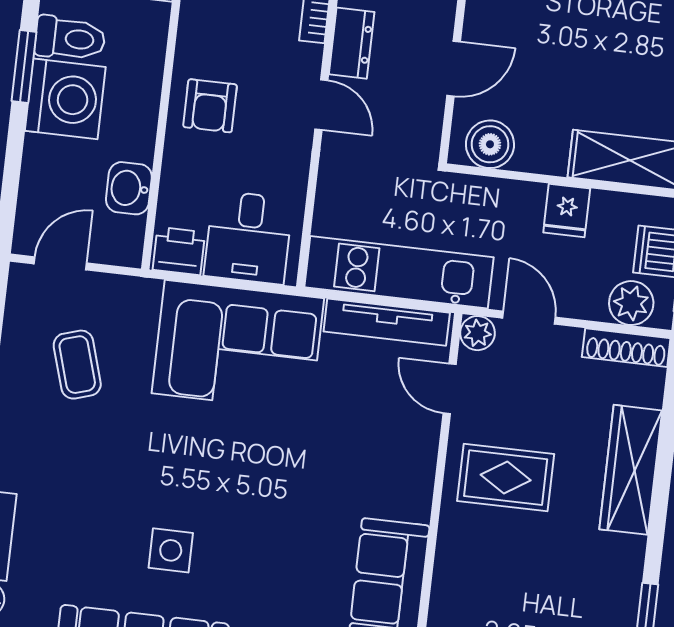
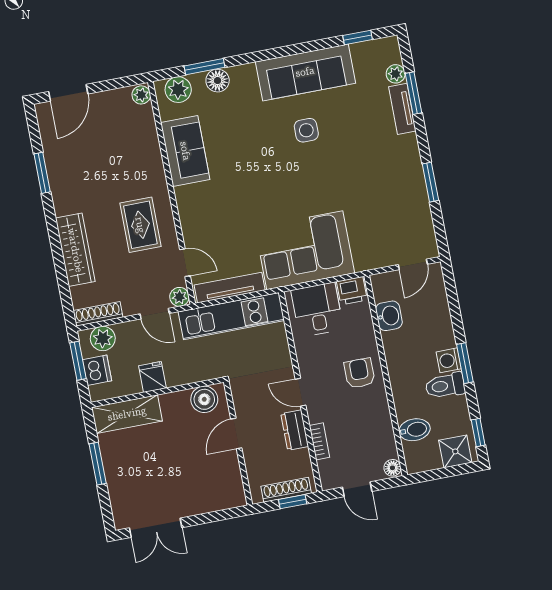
washing machine: (65, 99) -> (449, 360), width x0.53, depth x0.53
coffee table: (77, 365) -> (387, 213), removed
rug: (506, 478) -> (140, 225), turned 90

